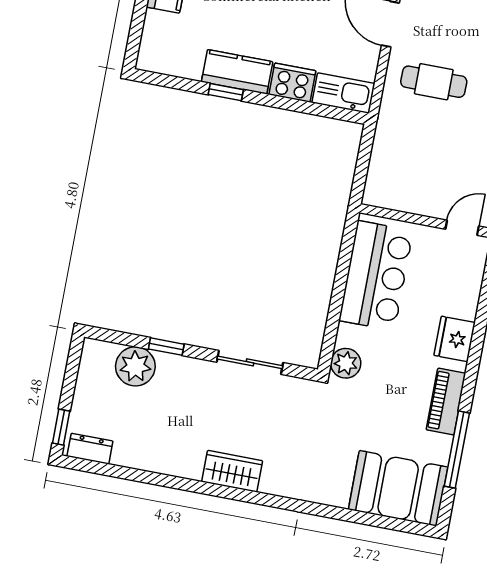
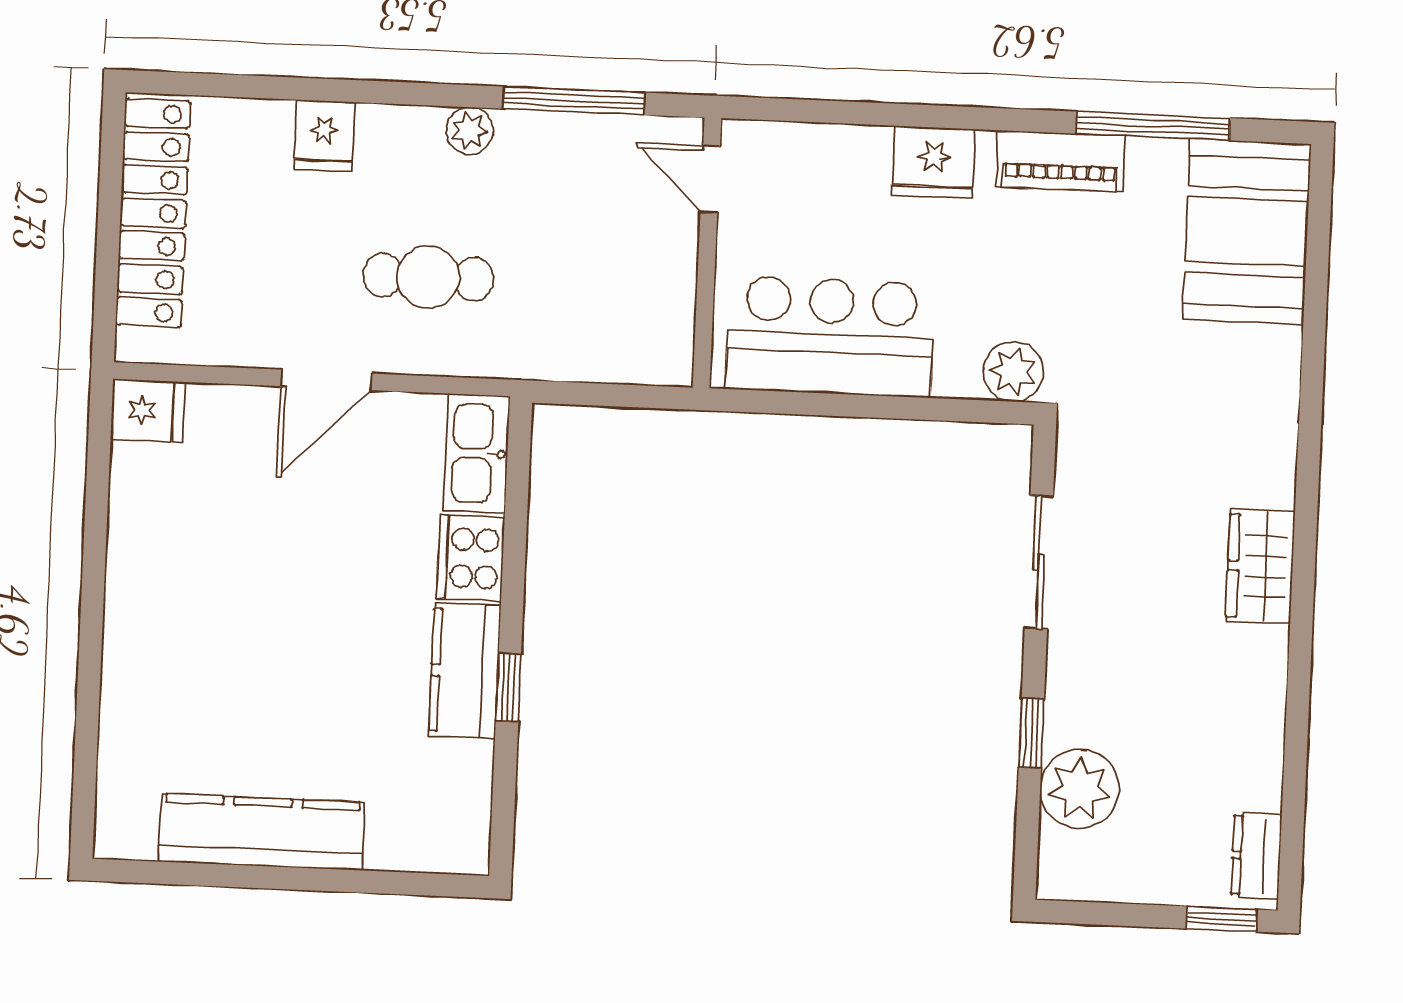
cafe table: (434, 82) -> (428, 277), turned 90

